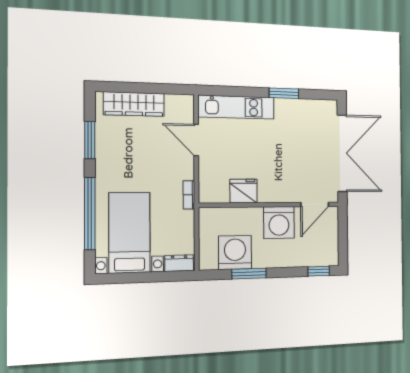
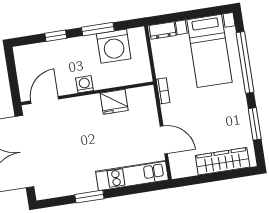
washing machine: (279, 223) -> (84, 84), width x0.53, depth x0.53
window: (319, 271) -> (56, 36), moved

